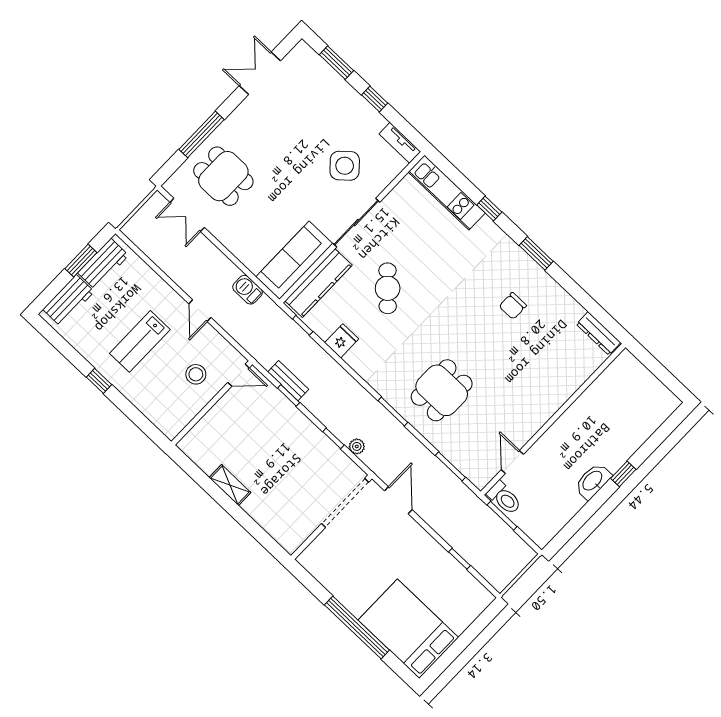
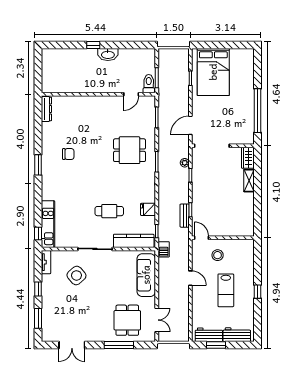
window: (489, 209) -> (38, 234), moved
sofa: (294, 260) -> (146, 275), moved, turned 90
cafe table: (388, 288) -> (109, 211), turned 44
barbecue: (248, 290) -> (164, 249), moved
door: (200, 311) -> (190, 278), hinge flipped
lab bench: (140, 341) -> (226, 290), turned 90
shelving: (230, 485) -> (249, 181), moved
wardrobe: (285, 535) -> (248, 158), added
window: (357, 627) -> (257, 111), moved
bed: (408, 629) -> (213, 72), moved

